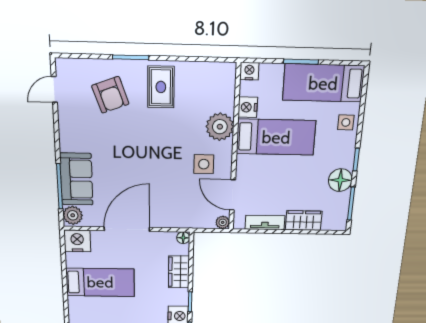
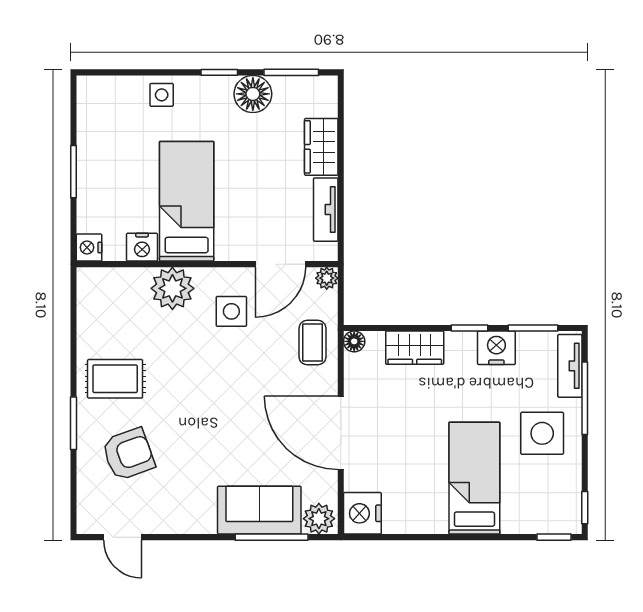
bed: (323, 83) -> (103, 135), removed
coffee table: (183, 213) -> (313, 343), added
bed: (100, 282) -> (474, 478), moved

